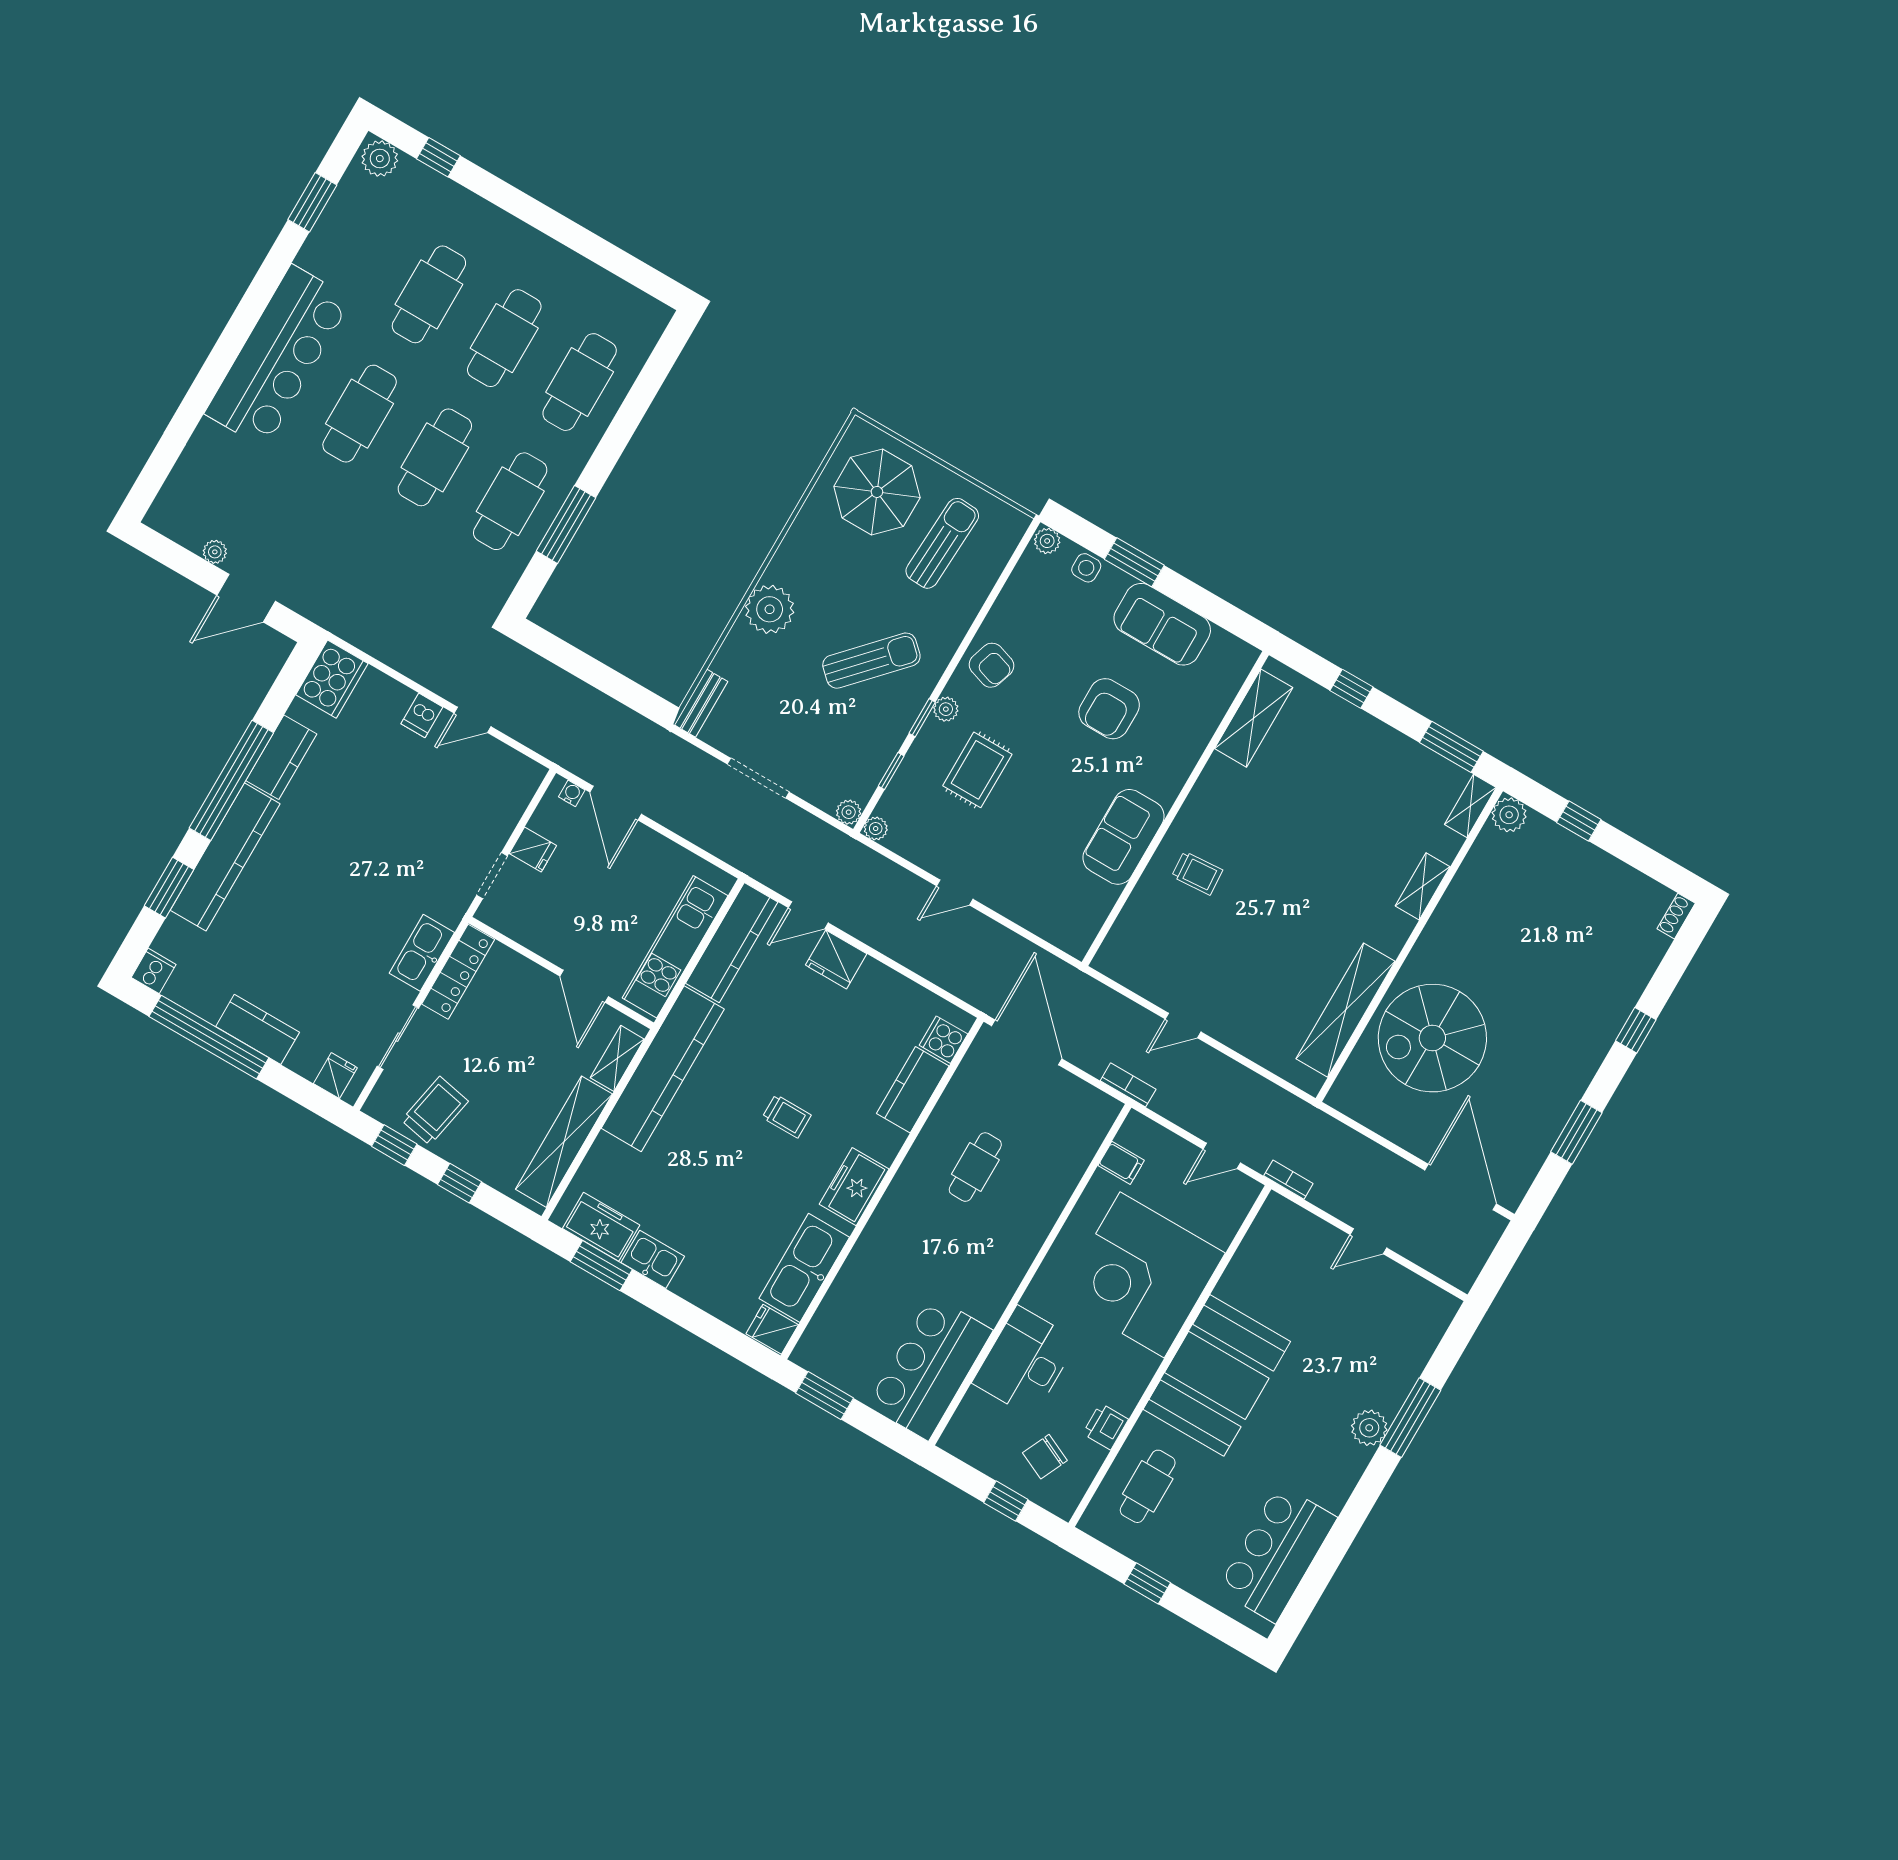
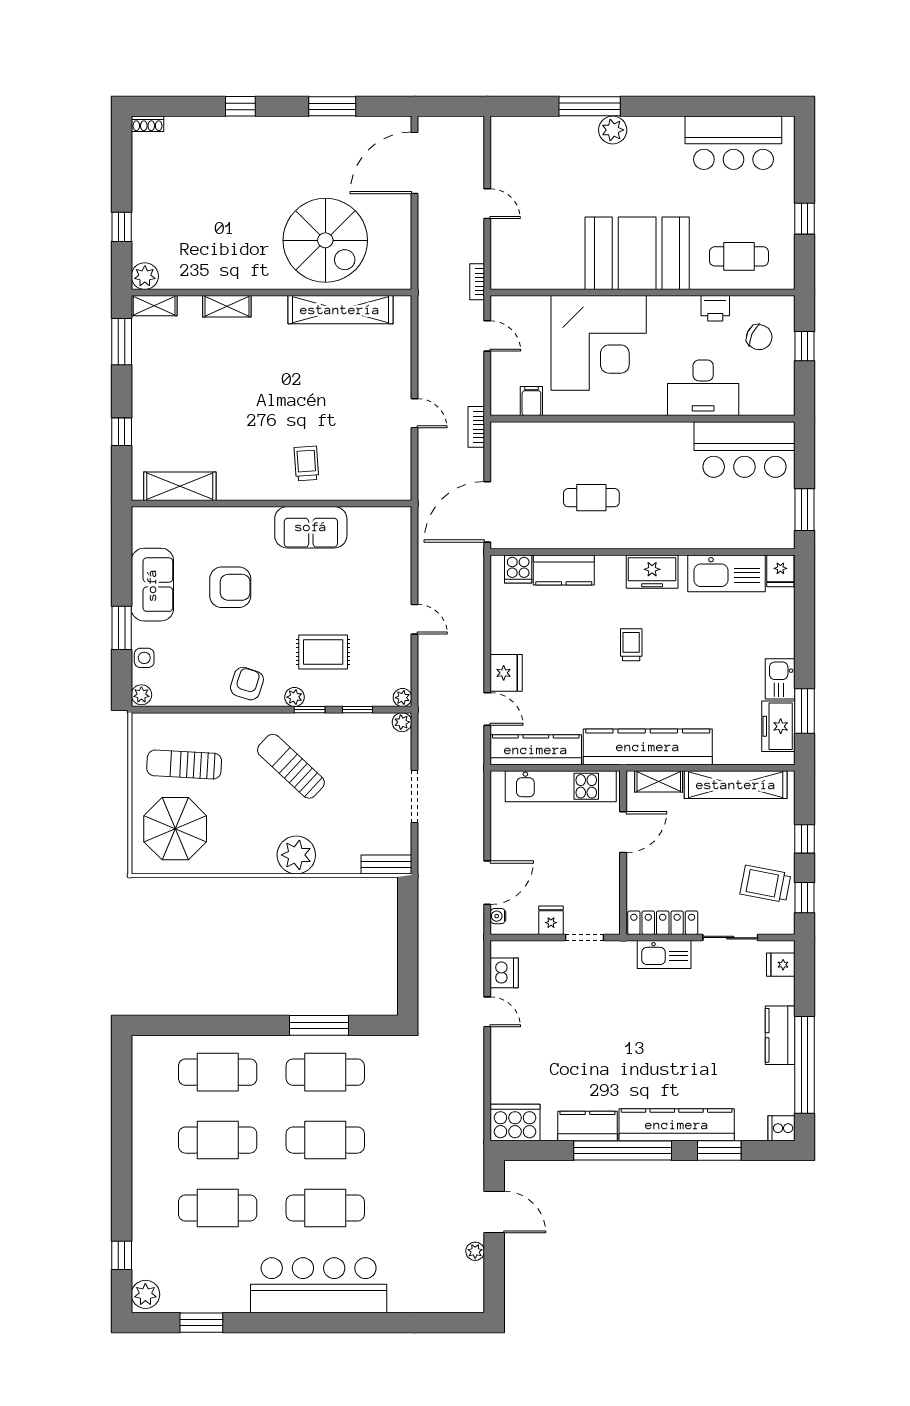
dishwasher: (422, 715) -> (504, 973), moved, width x1.38

